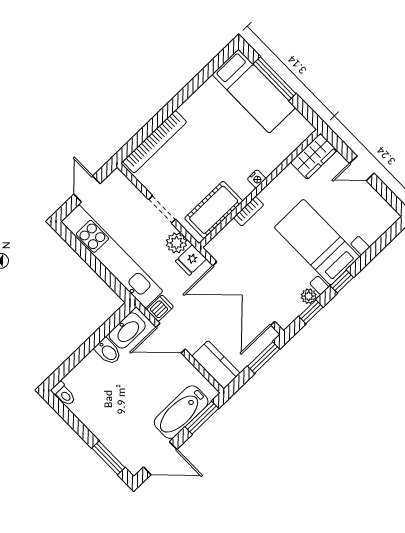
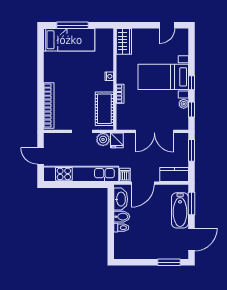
door: (362, 168) -> (167, 25), moved
double door: (244, 294) -> (154, 131), width x0.73
toilet: (63, 394) -> (121, 228), moved

